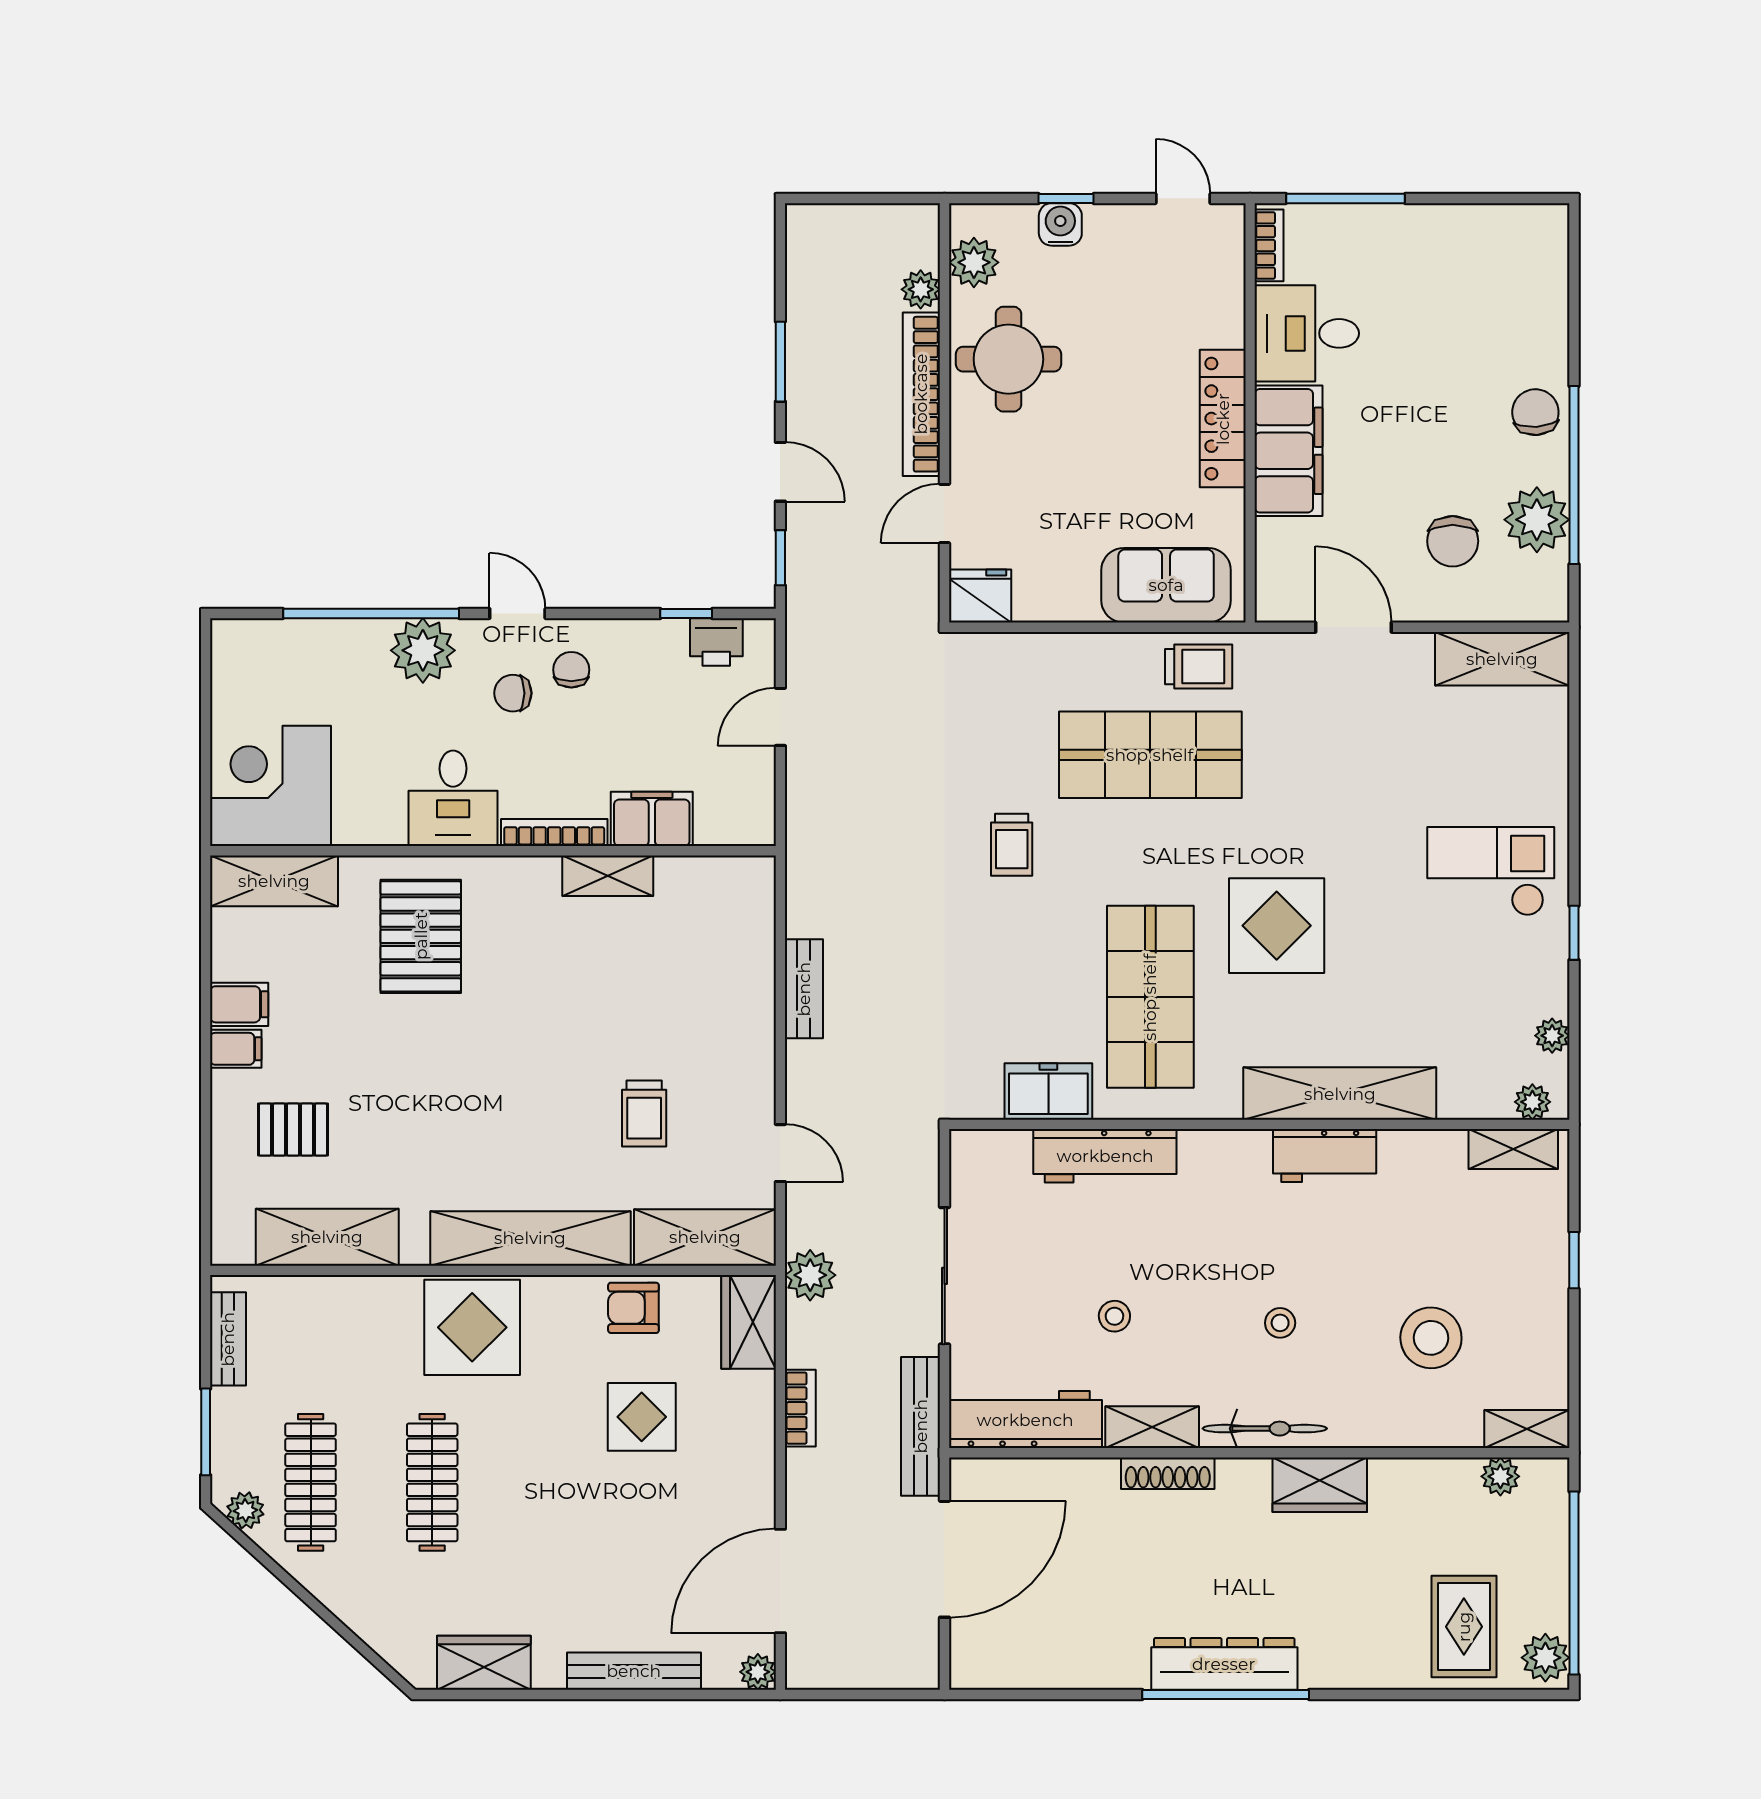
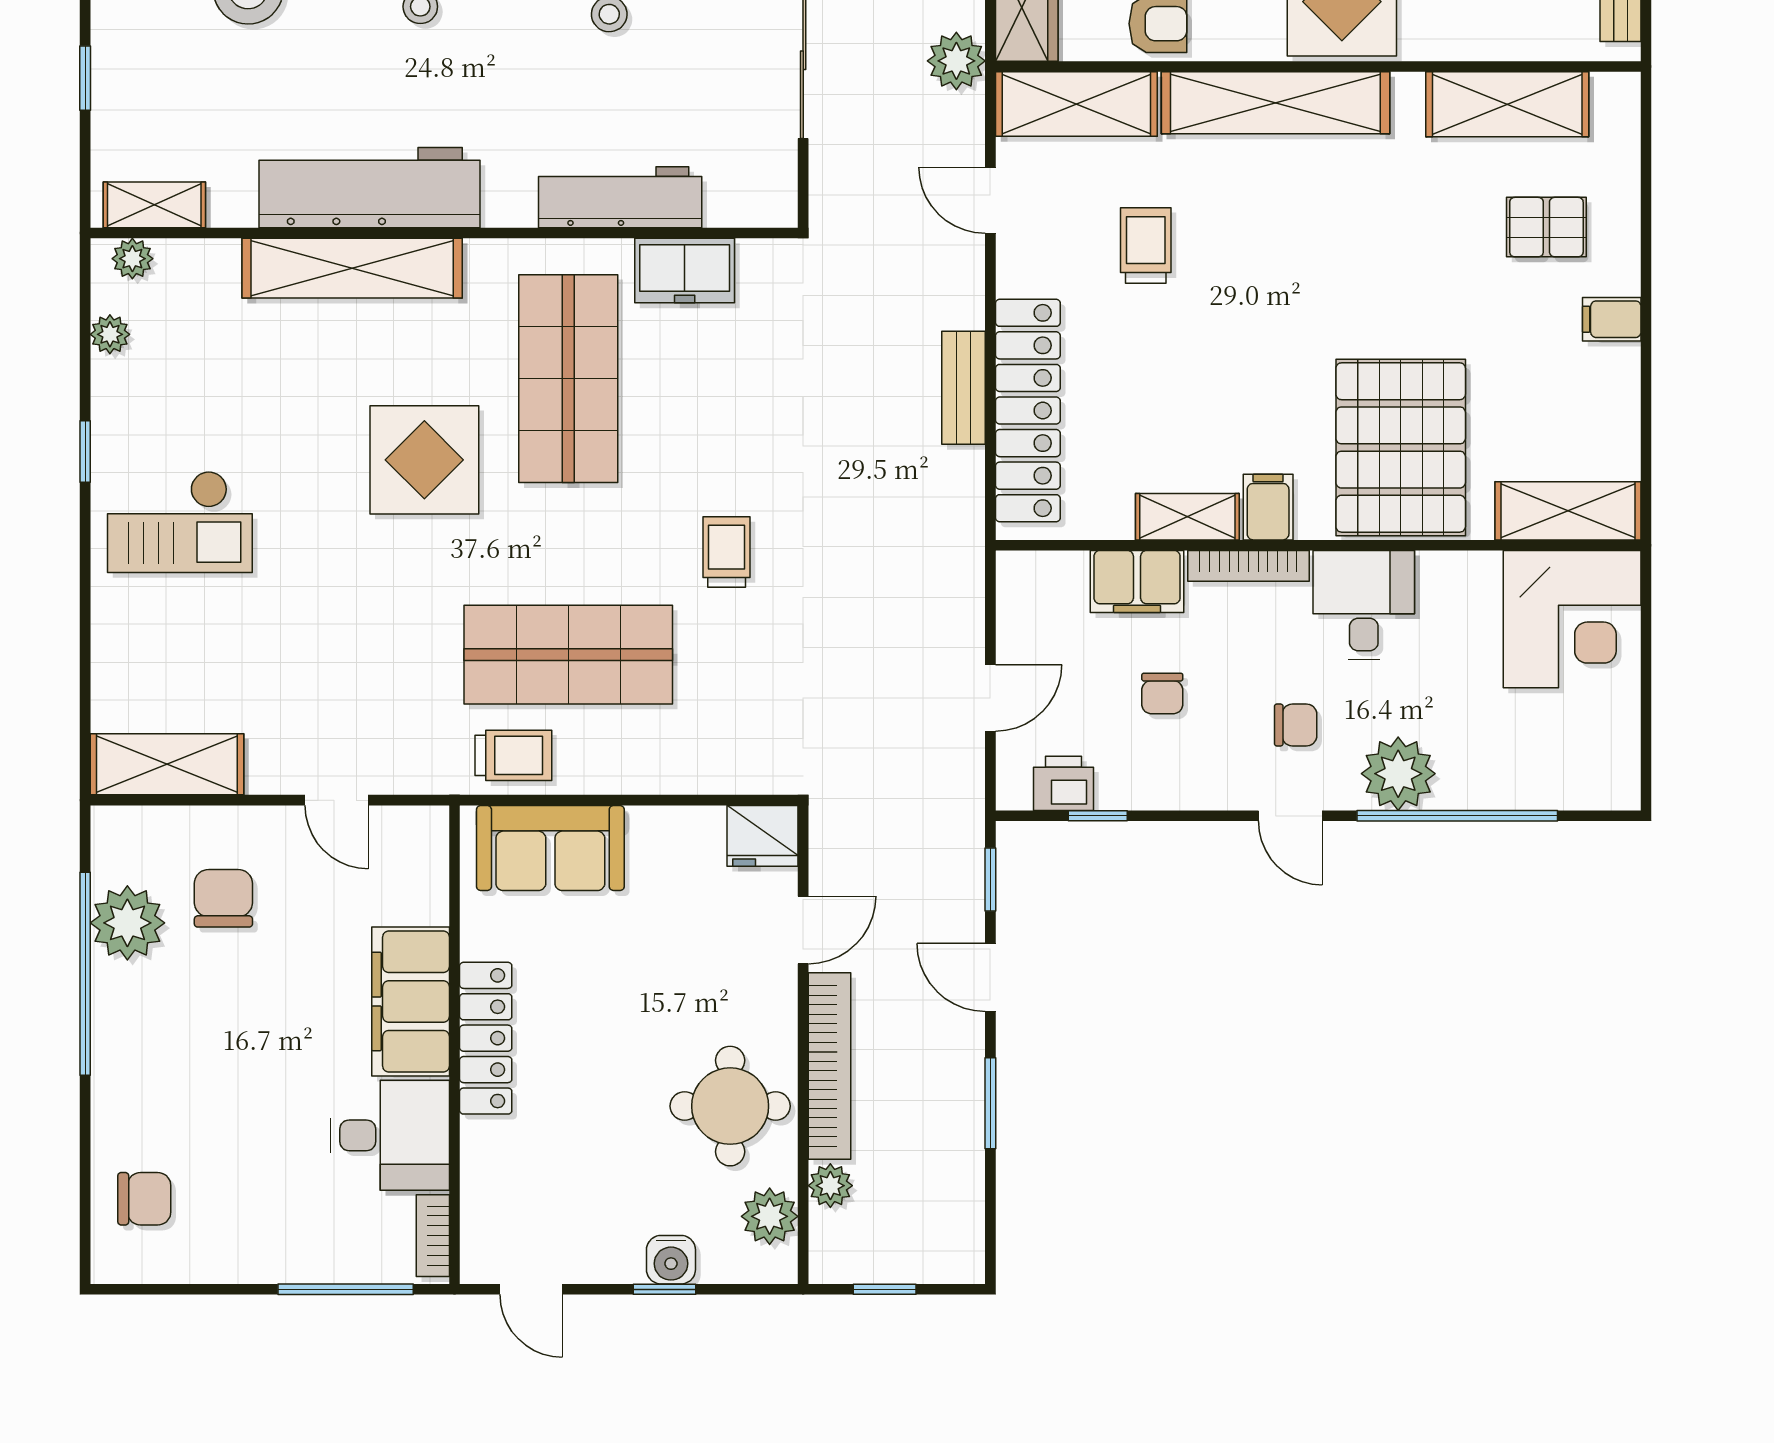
window: (873, 198) -> (885, 1289), added
chair: (1535, 412) -> (144, 1199), moved, turned -86
door: (1353, 627) -> (337, 800), width x0.73
trolley: (1199, 667) -> (513, 755), turned 180
chair: (571, 670) -> (1162, 693), moved
pallet: (421, 936) -> (1401, 447), width x1.37, depth x1.41
locker: (747, 969) -> (1028, 411), added
filing cabinet: (239, 1004) -> (1268, 507), moved, turned 90
workbench: (1325, 1156) -> (369, 188), width x1.88, depth x1.32

